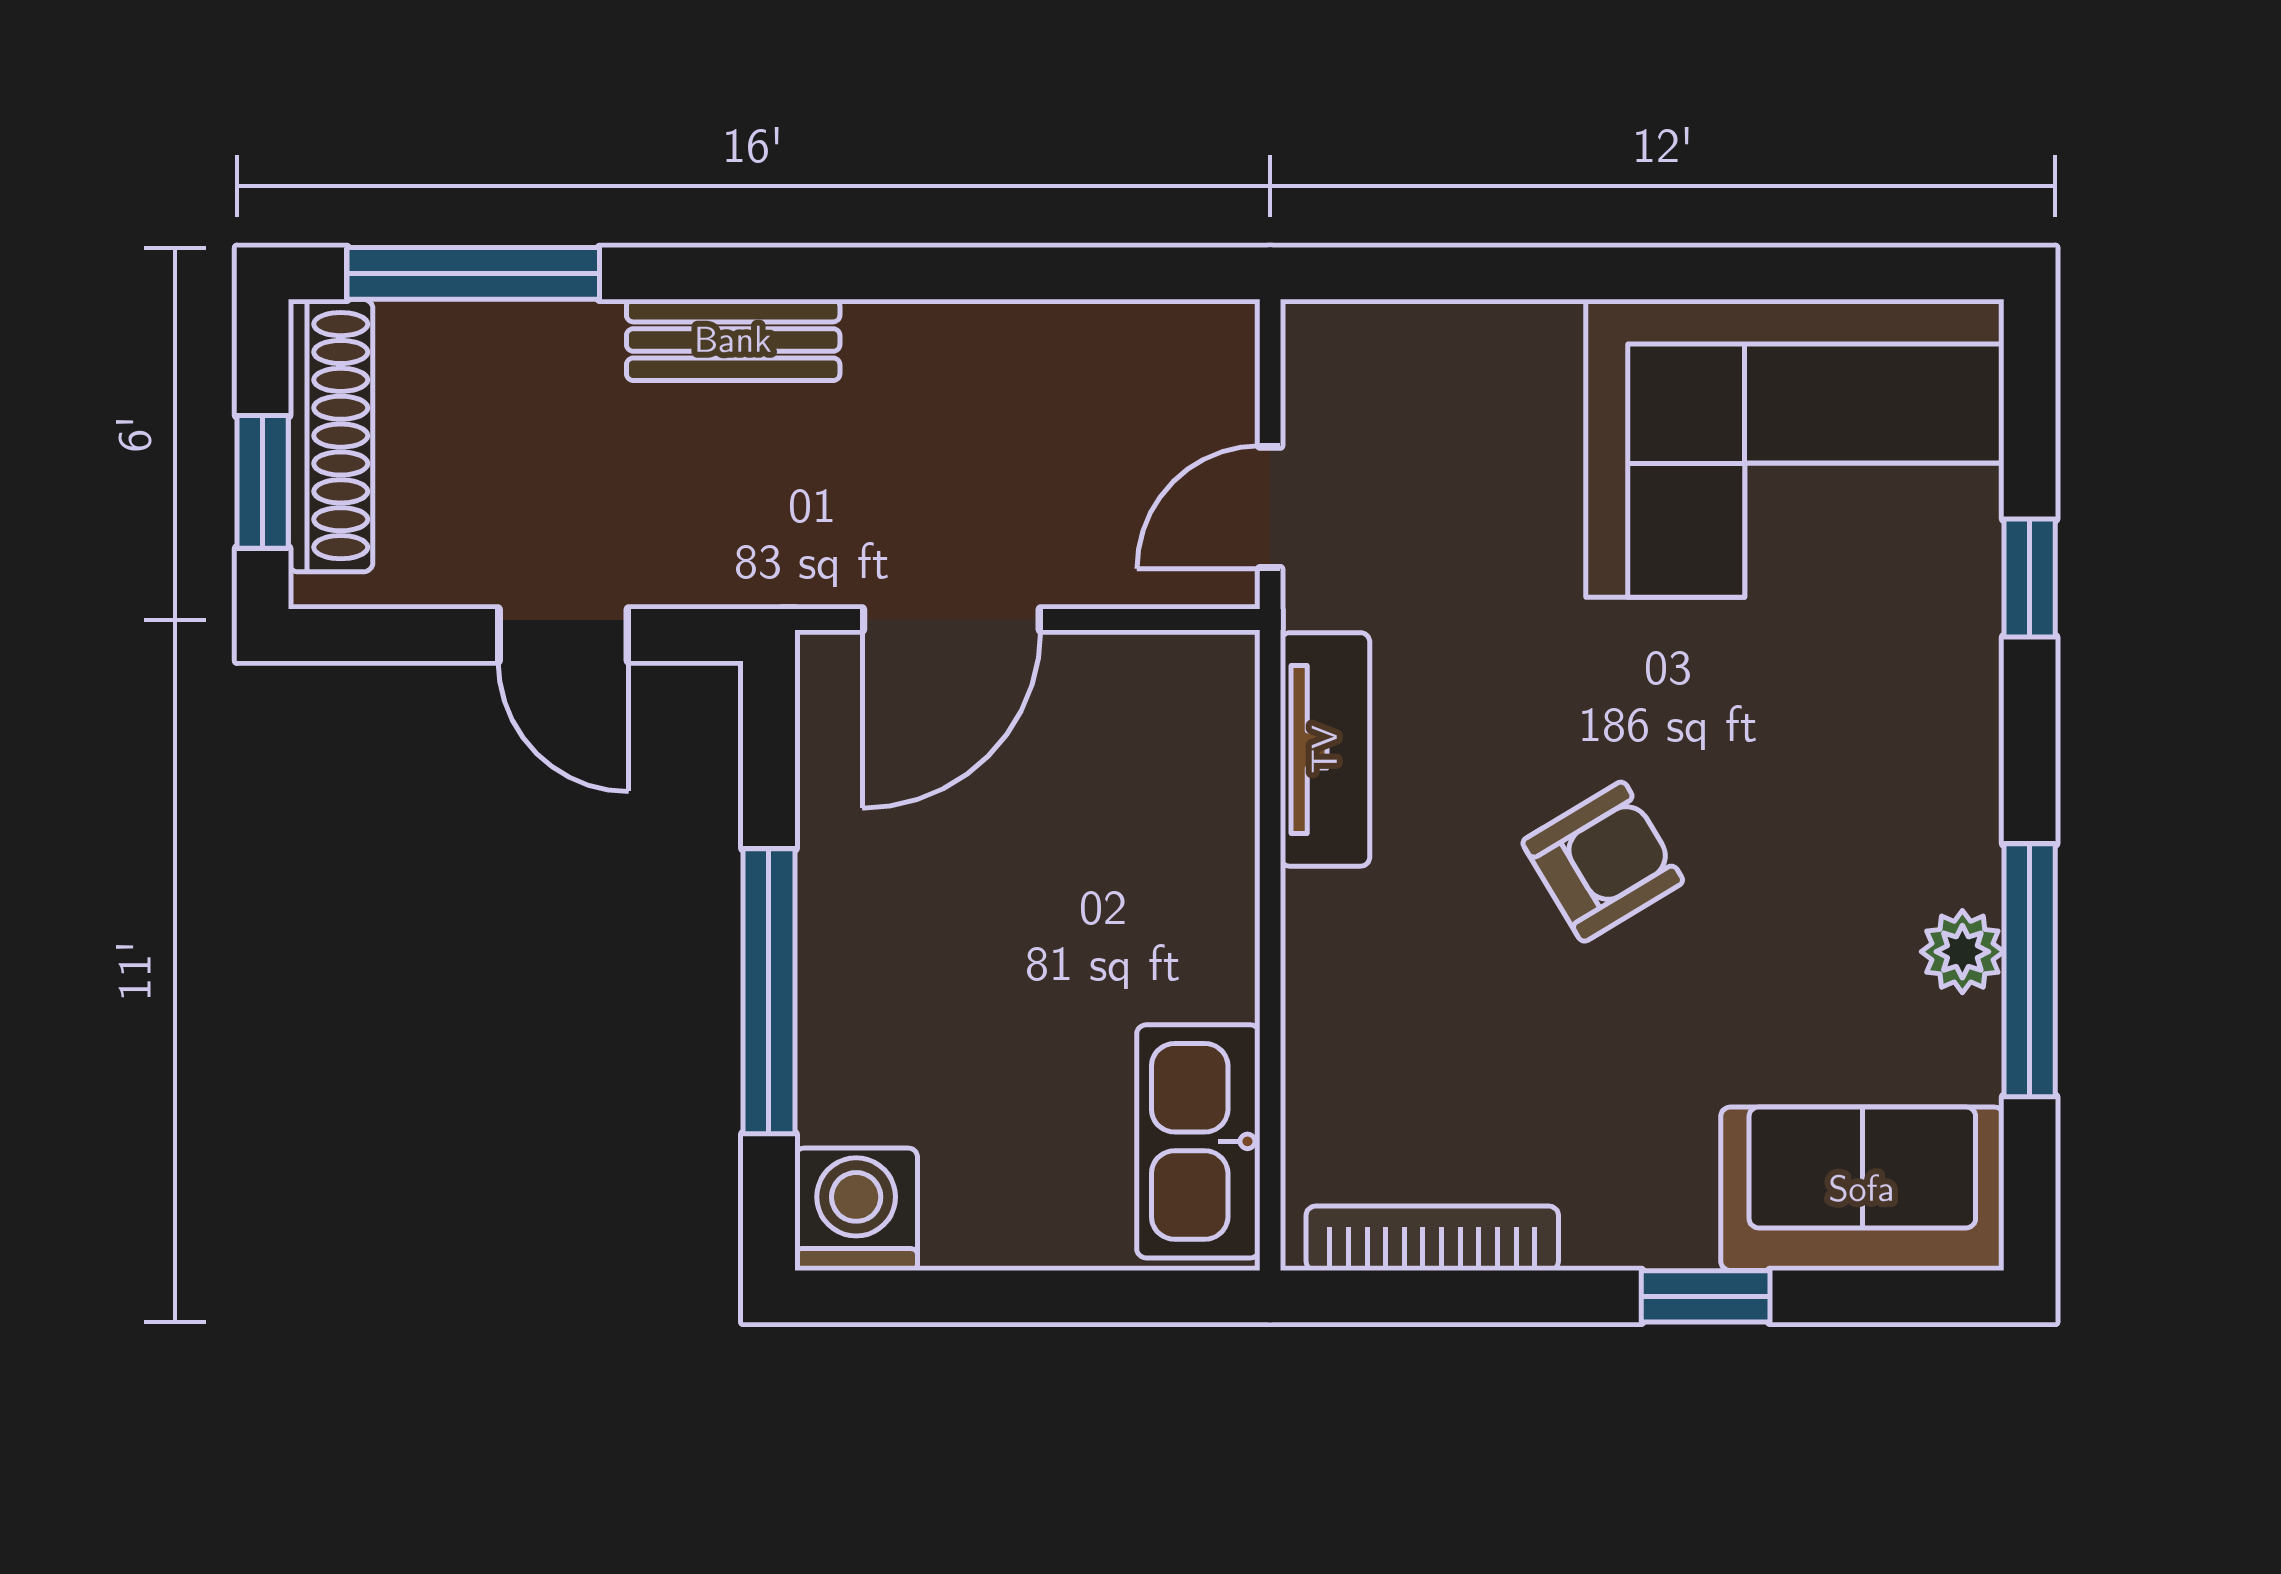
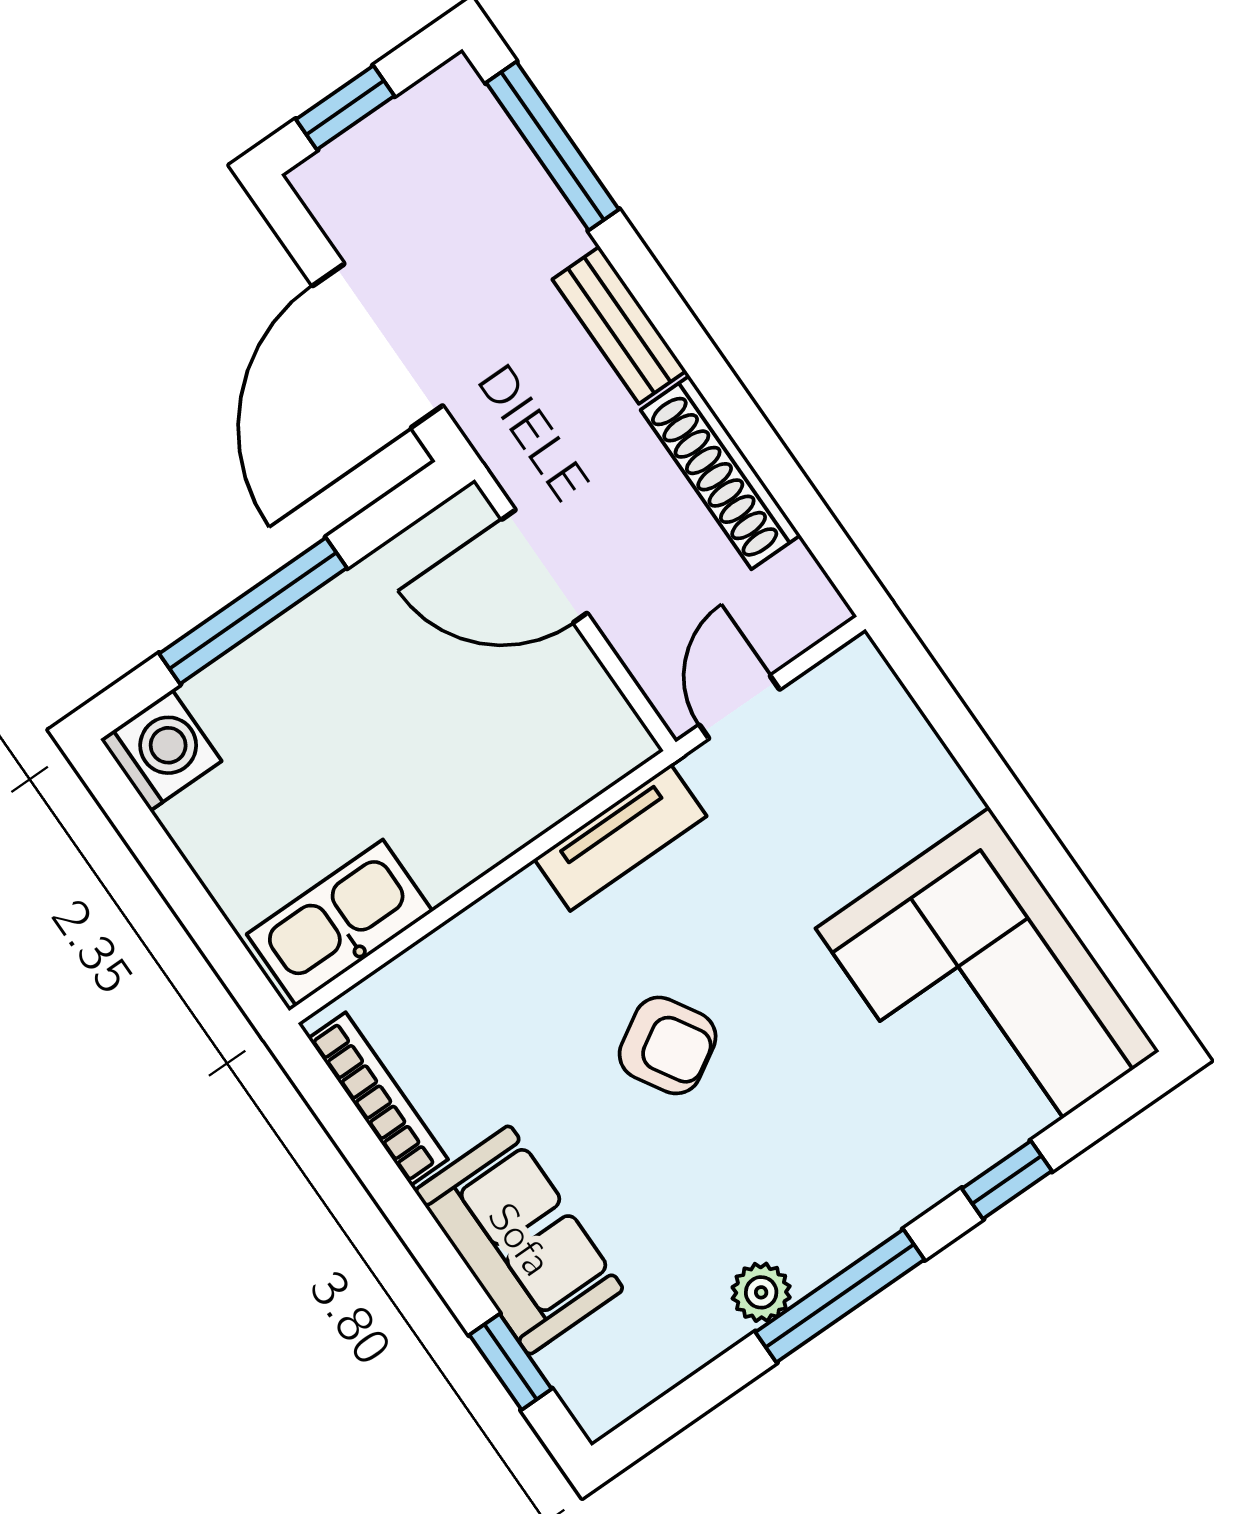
shoe rack: (331, 436) -> (721, 473), moved, turned 90
door: (1270, 507) -> (739, 707), hinge flipped
door: (563, 635) -> (378, 346), width x1.88
window: (2030, 970) -> (840, 1296), moved
sofa: (1862, 1189) -> (519, 1240), moved
window: (1706, 1296) -> (511, 1362), moved

